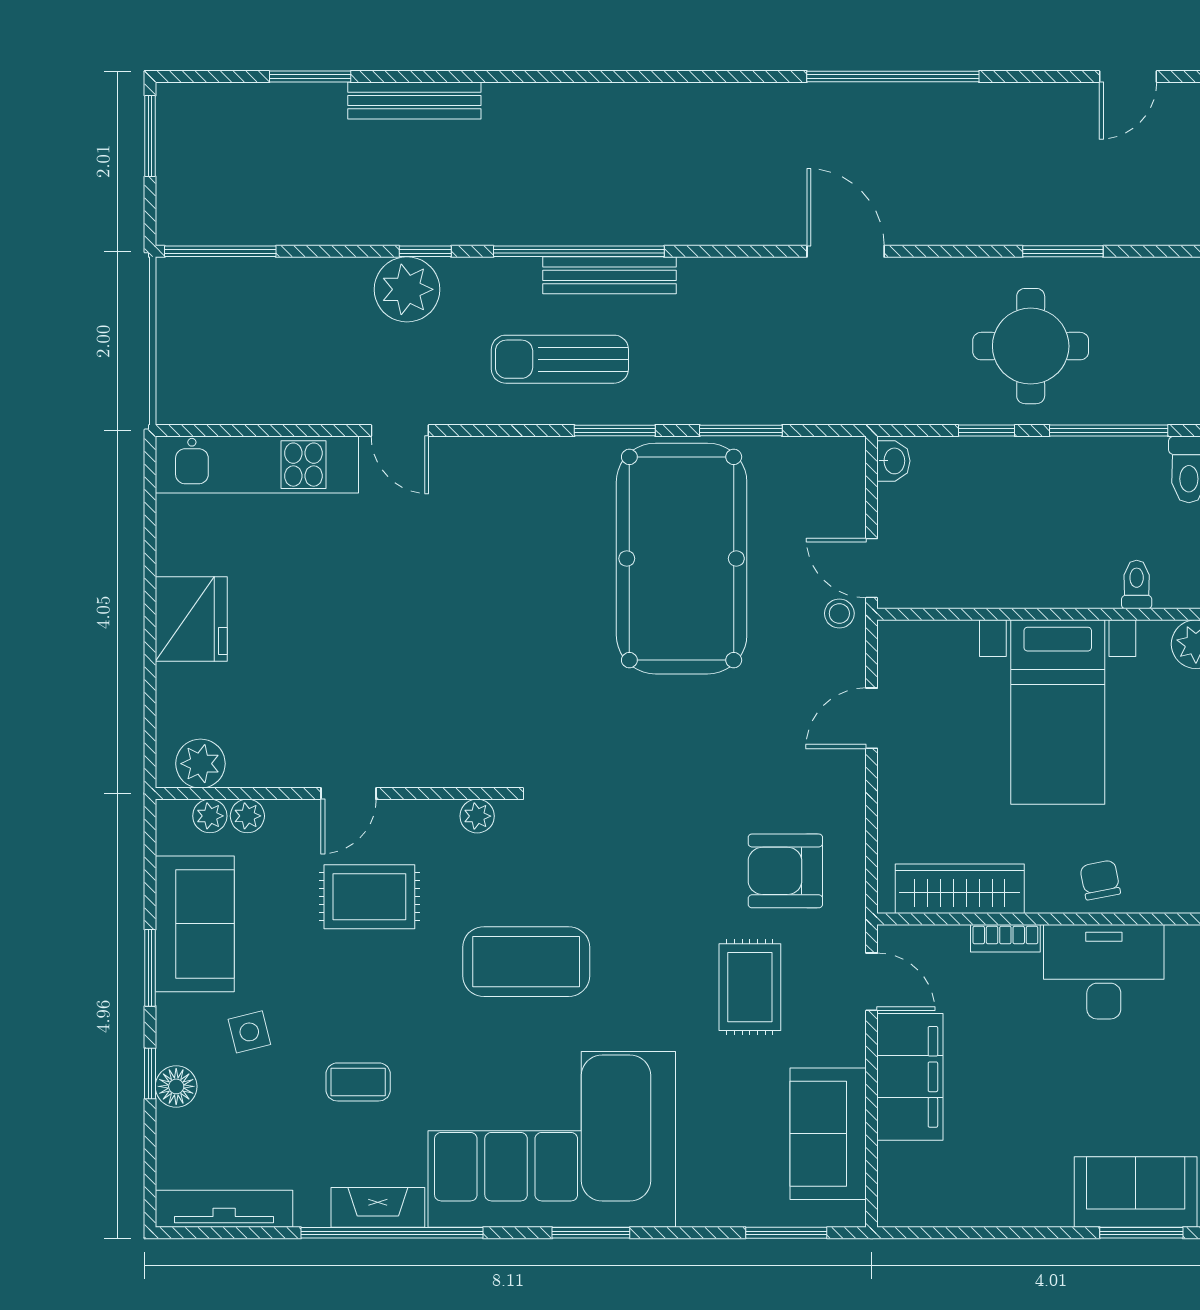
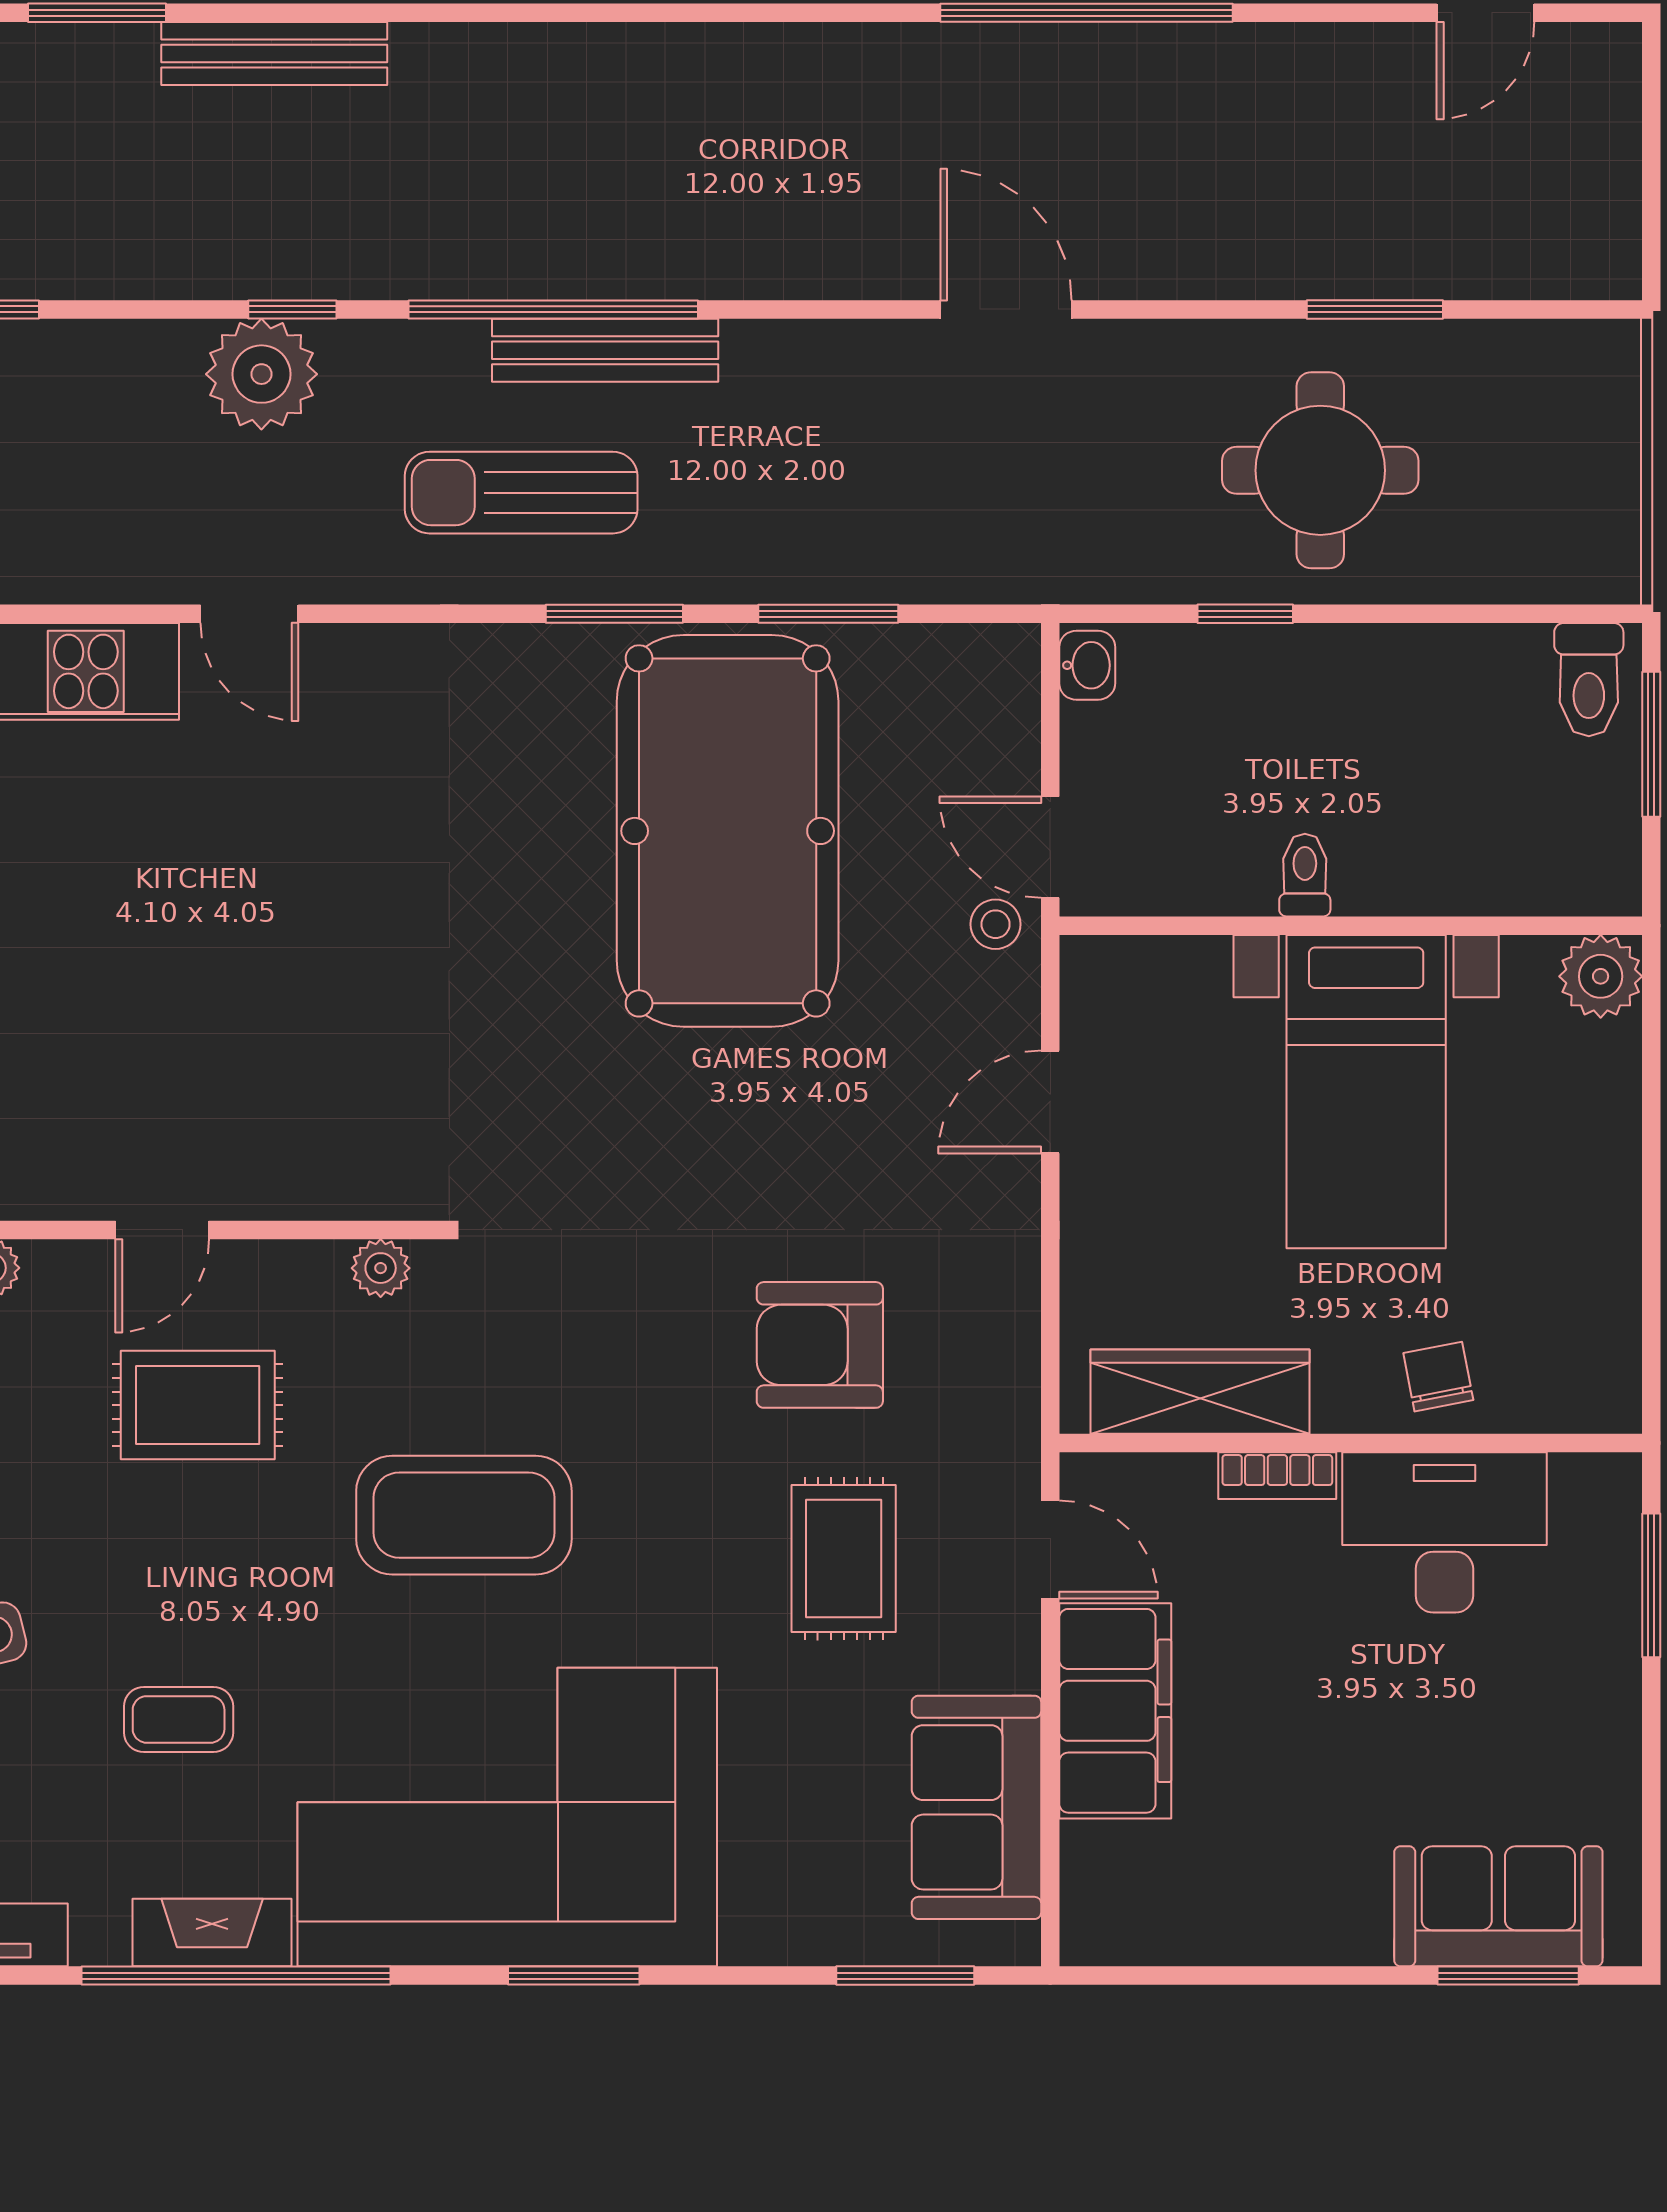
window: (1109, 431) -> (1453, 614), removed
toilet: (1137, 585) -> (1305, 875), moved
armchair: (785, 871) -> (820, 1345), moved

